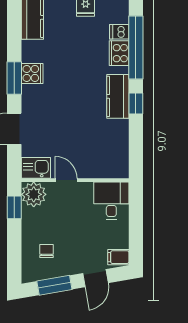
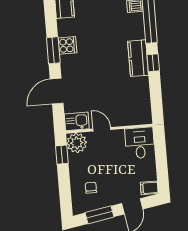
cooker: (119, 53) -> (136, 23), removed

